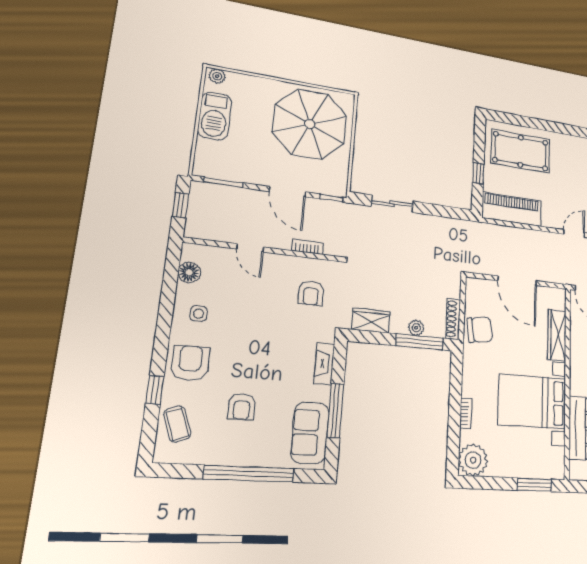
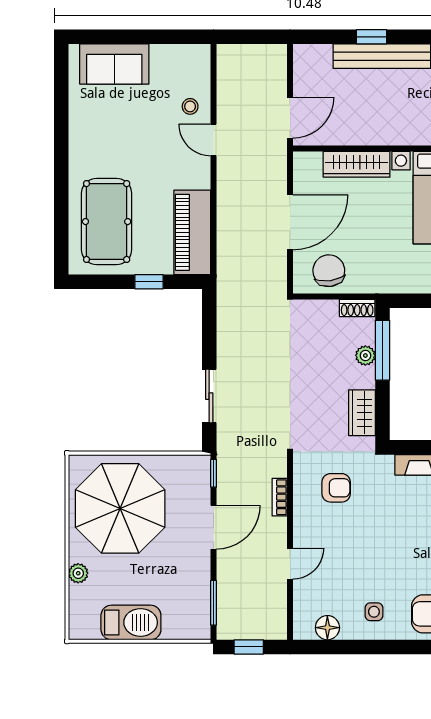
plant: (217, 76) -> (78, 573), moved
shoe rack: (453, 319) -> (357, 308), width x0.70
chair: (480, 330) -> (329, 271), moved

